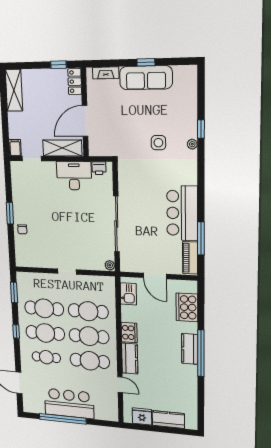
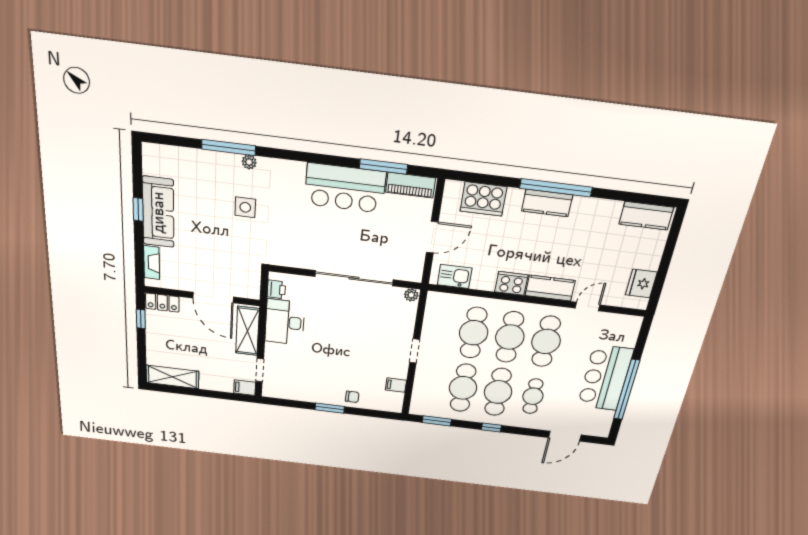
window: (201, 129) -> (229, 147), width x2.17
filing cabinet: (38, 261) -> (396, 385), added
kitchen counter: (168, 419) -> (646, 216), moved, turned -90

